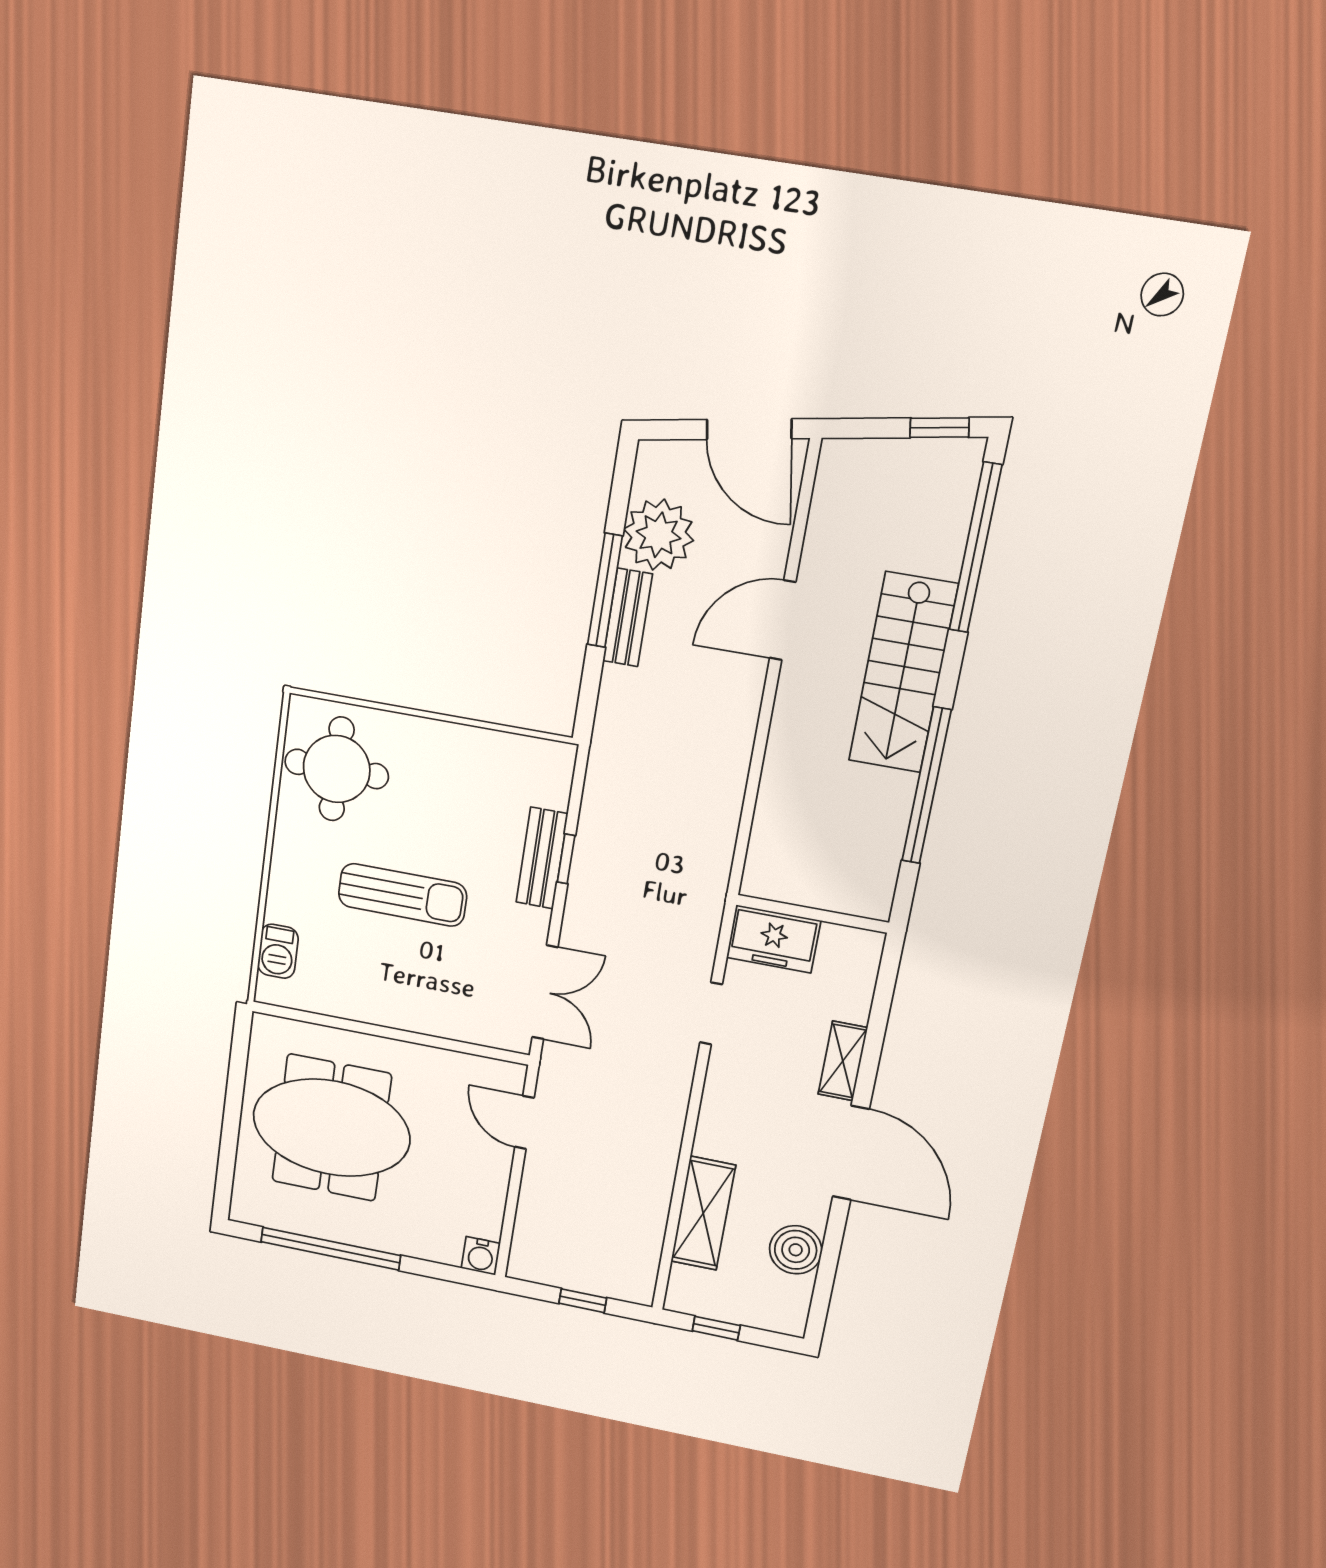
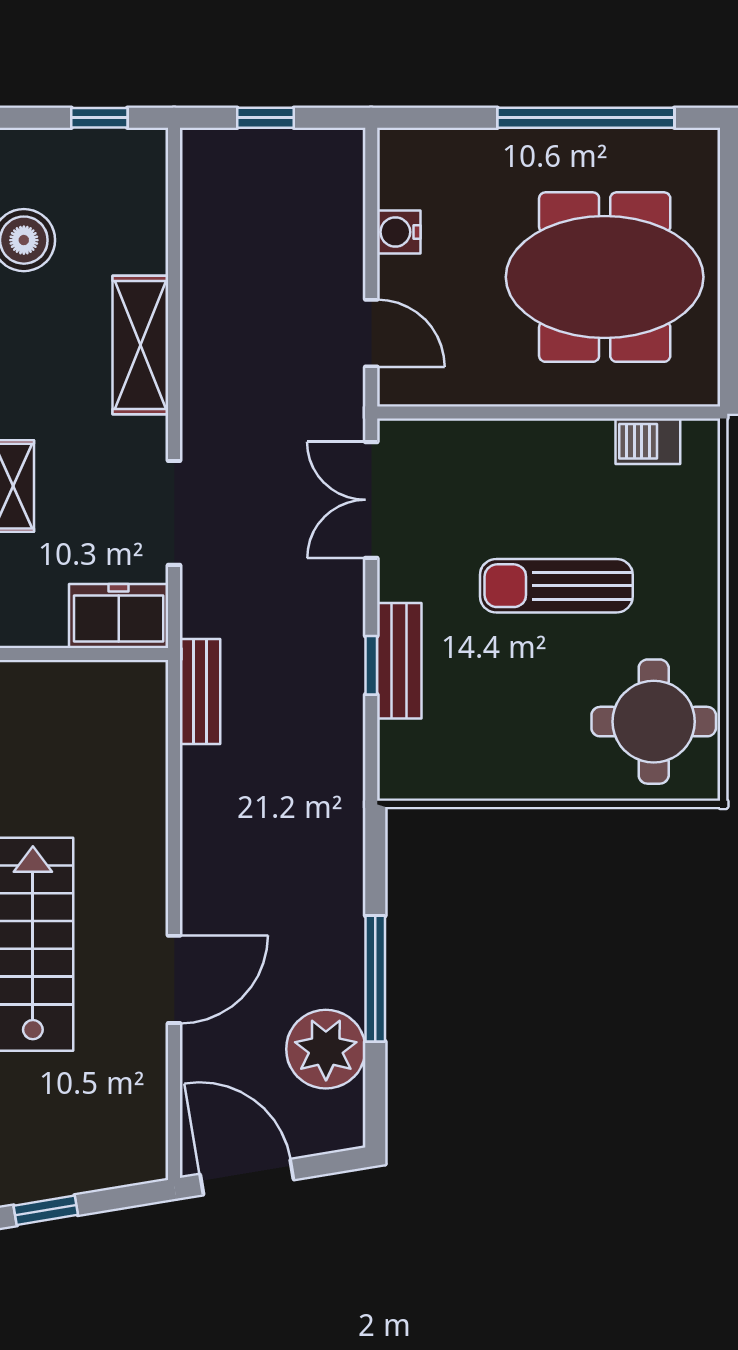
bench: (628, 617) -> (200, 691), moved
barbecue: (278, 951) -> (648, 441), moved, turned -90
doorway: (711, 1013) -> (174, 513), width x1.38
shelving: (703, 1213) -> (140, 345), moved
water cooler: (481, 1256) -> (399, 232), moved, turned -90

